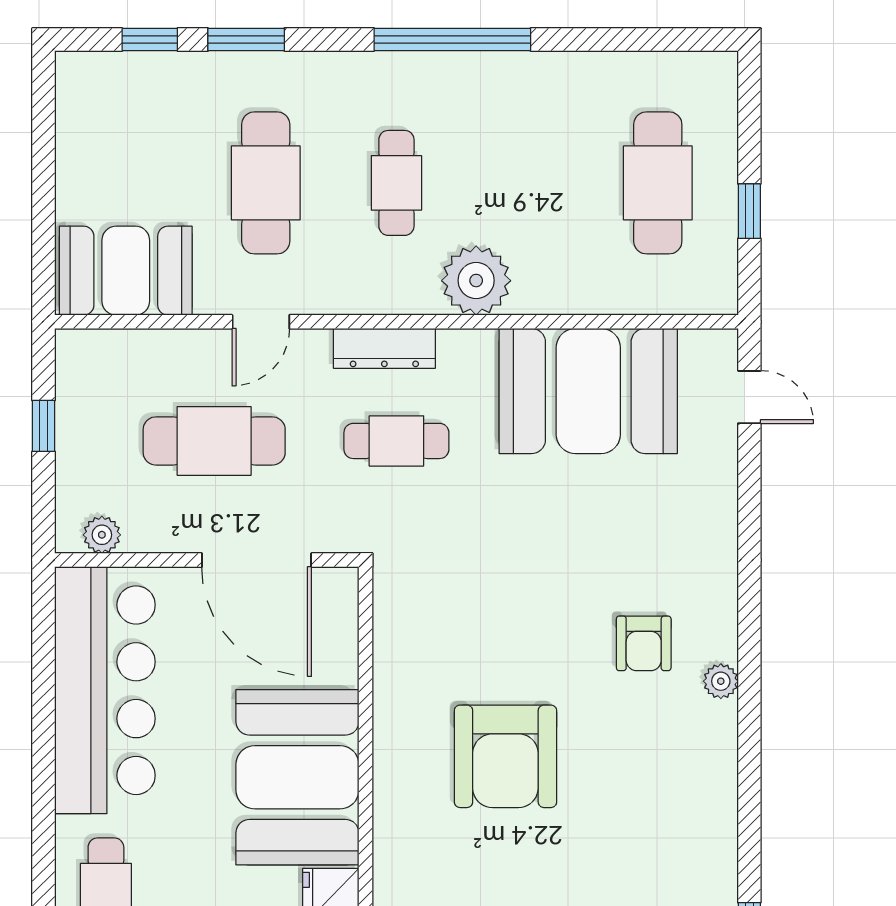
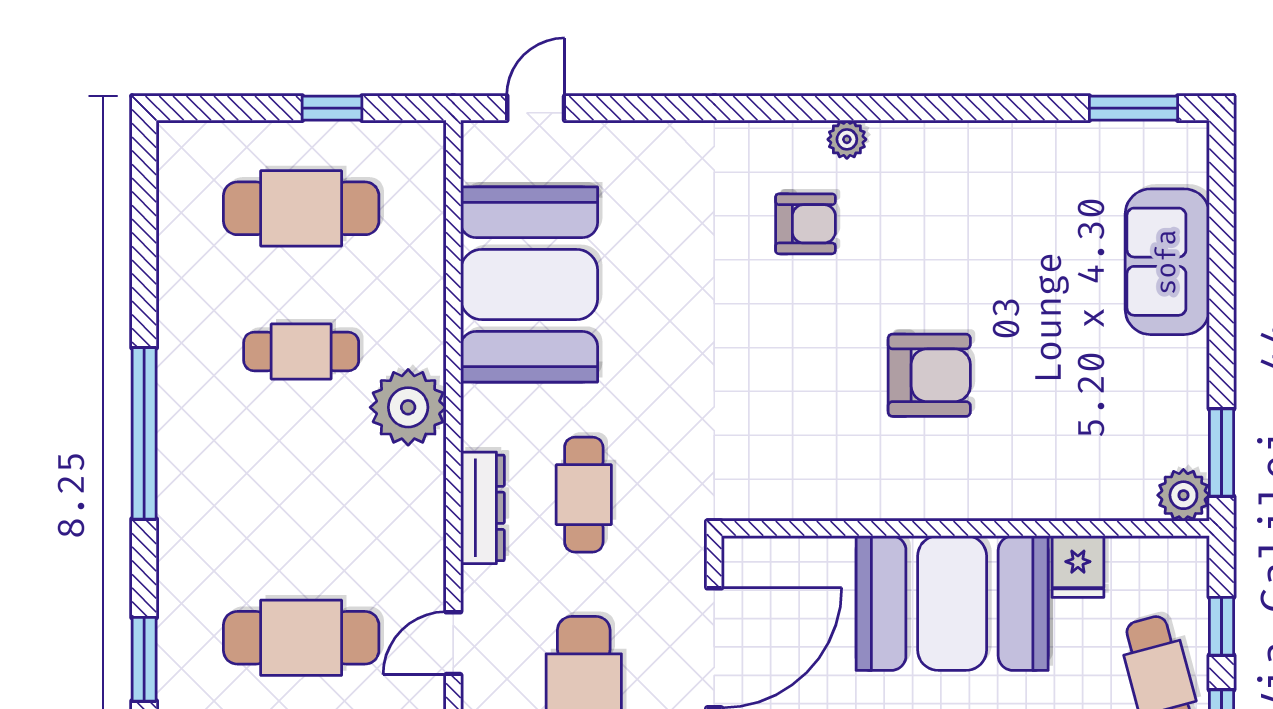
cafe table: (396, 183) -> (301, 351), moved
door: (261, 322) -> (453, 643), swing flipped
armchair: (505, 756) -> (929, 375), width x0.73, depth x0.73

